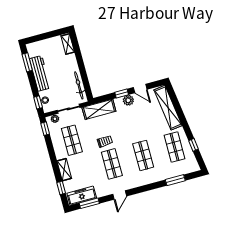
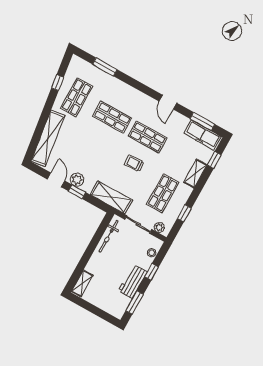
workbench: (40, 73) -> (133, 281), width x0.73
window: (38, 102) -> (152, 272), moved
window: (45, 129) -> (184, 213), moved
shop shelf: (143, 155) -> (112, 117), turned 90
shop shelf: (112, 164) -> (148, 137), turned 90
door: (120, 195) -> (168, 102), swing flipped

